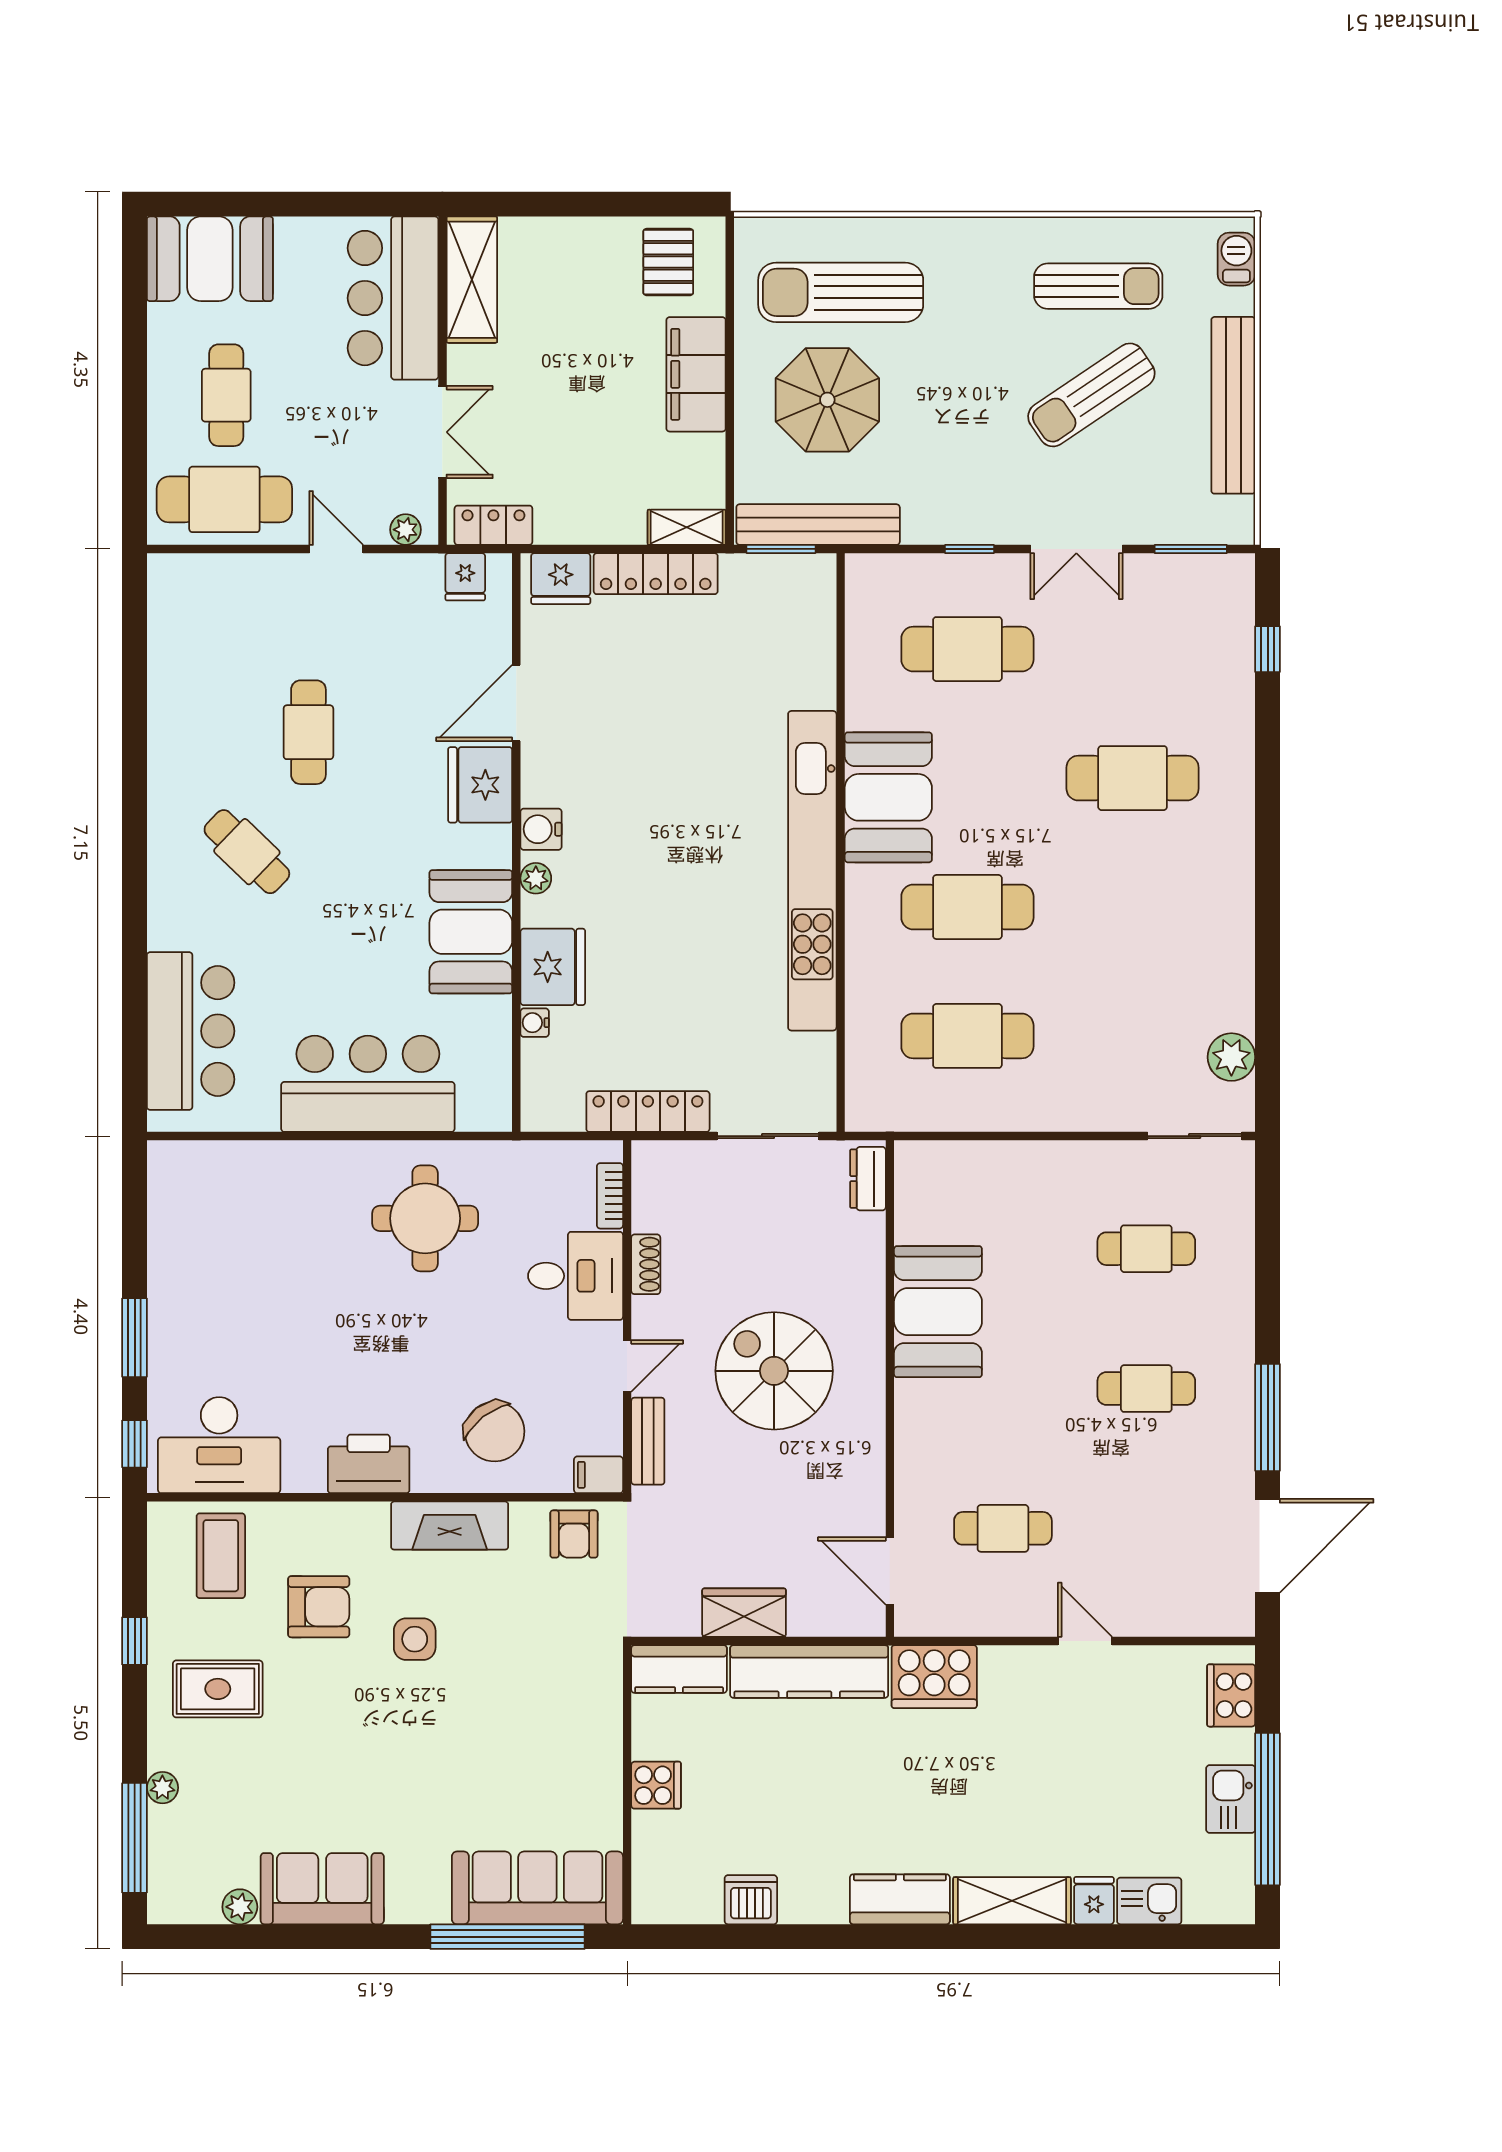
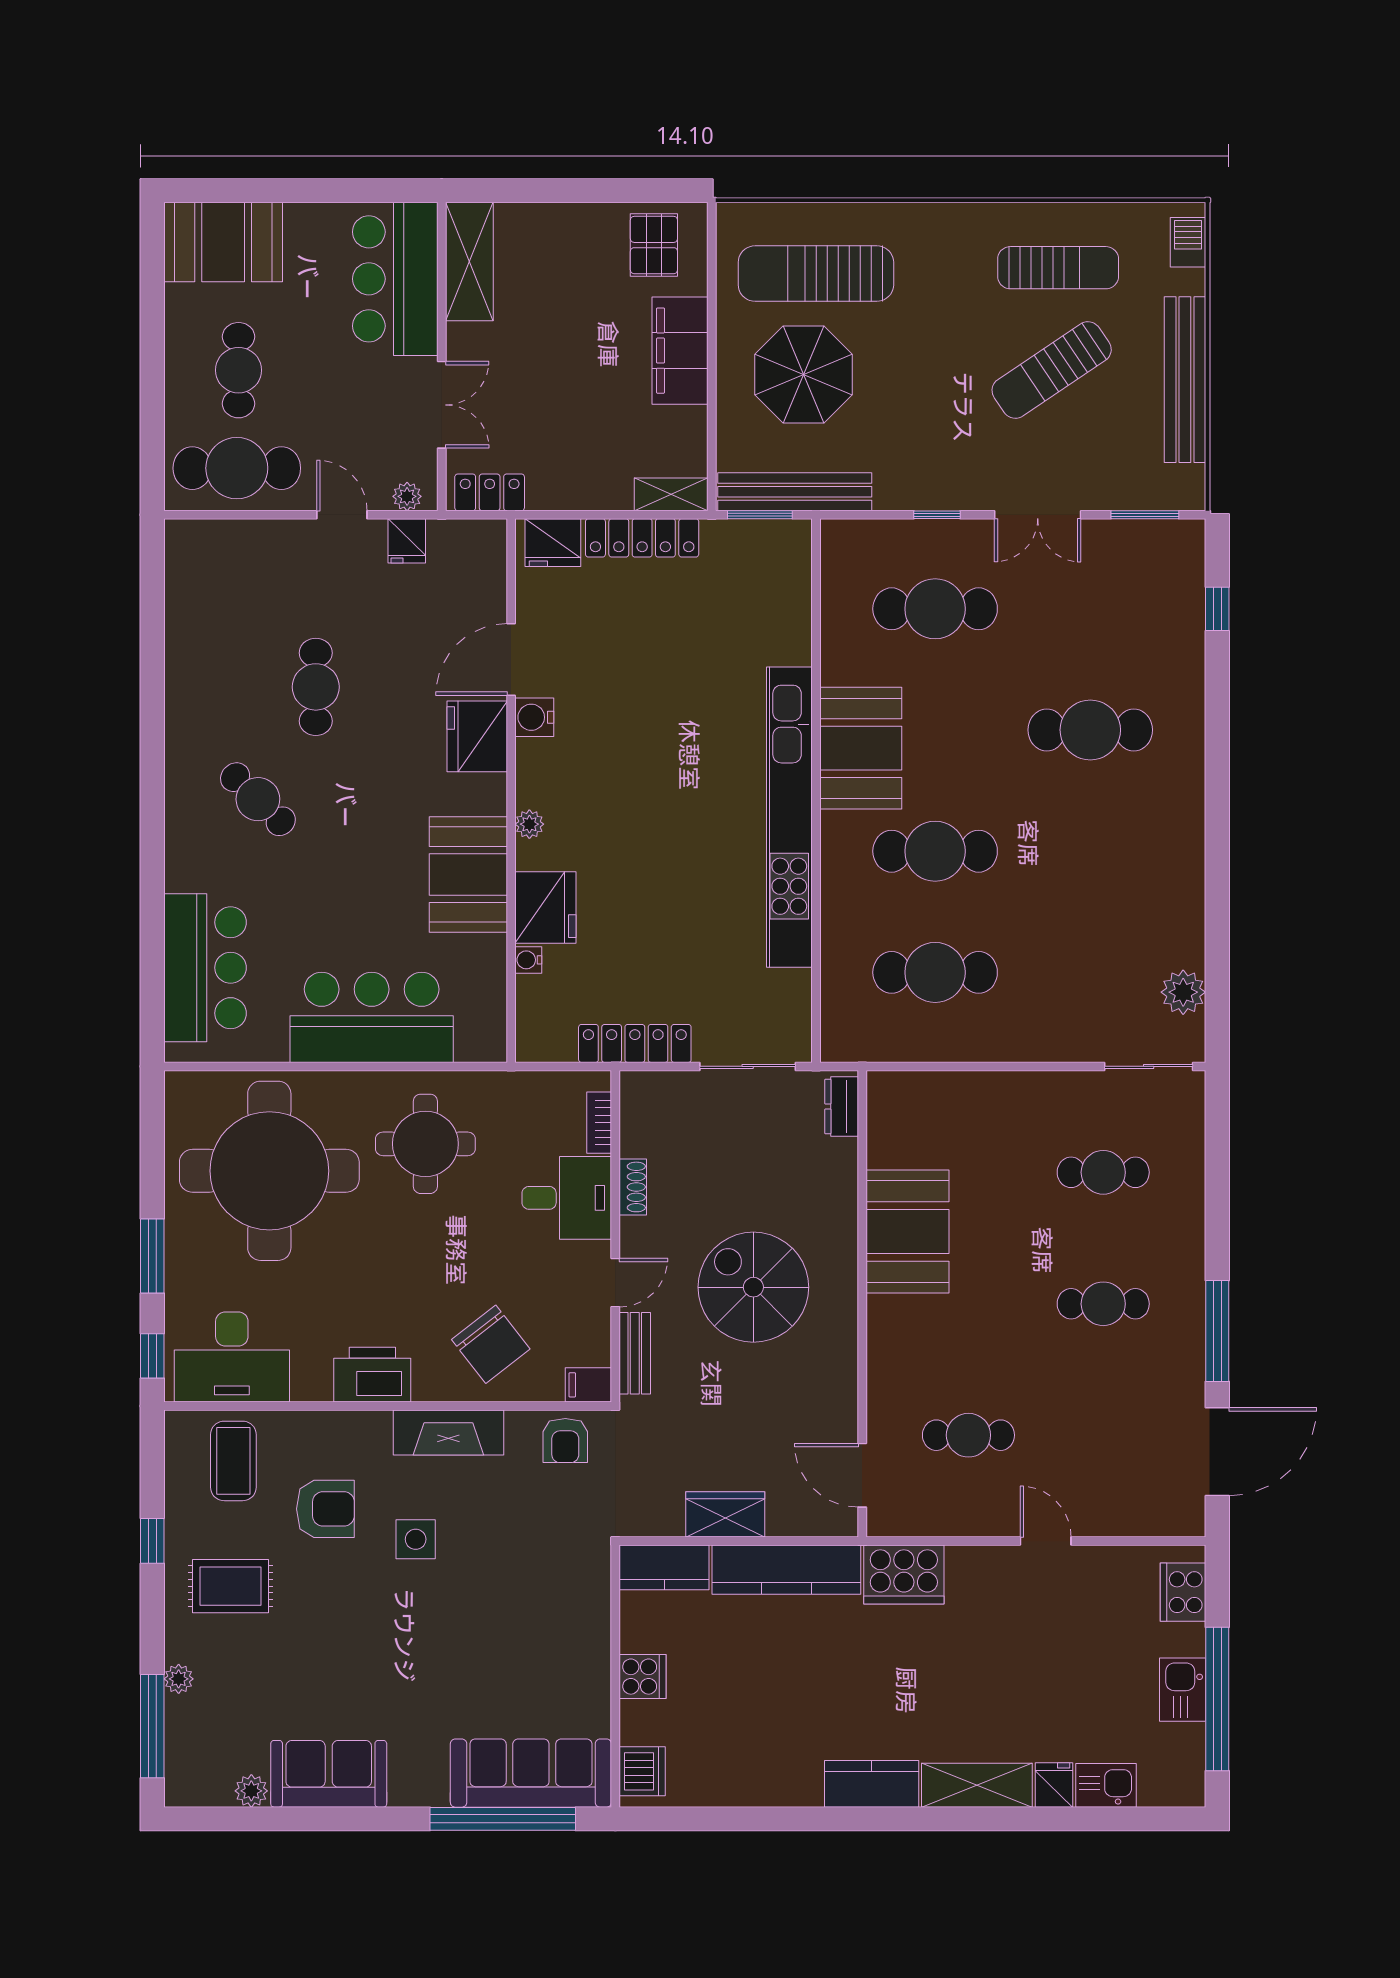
fridge: (465, 577) -> (407, 541), moved
water cooler: (541, 829) -> (534, 717), moved
round table: (259, 1247) -> (269, 1171), added
dishwasher: (751, 1900) -> (642, 1771), moved, turned 90

